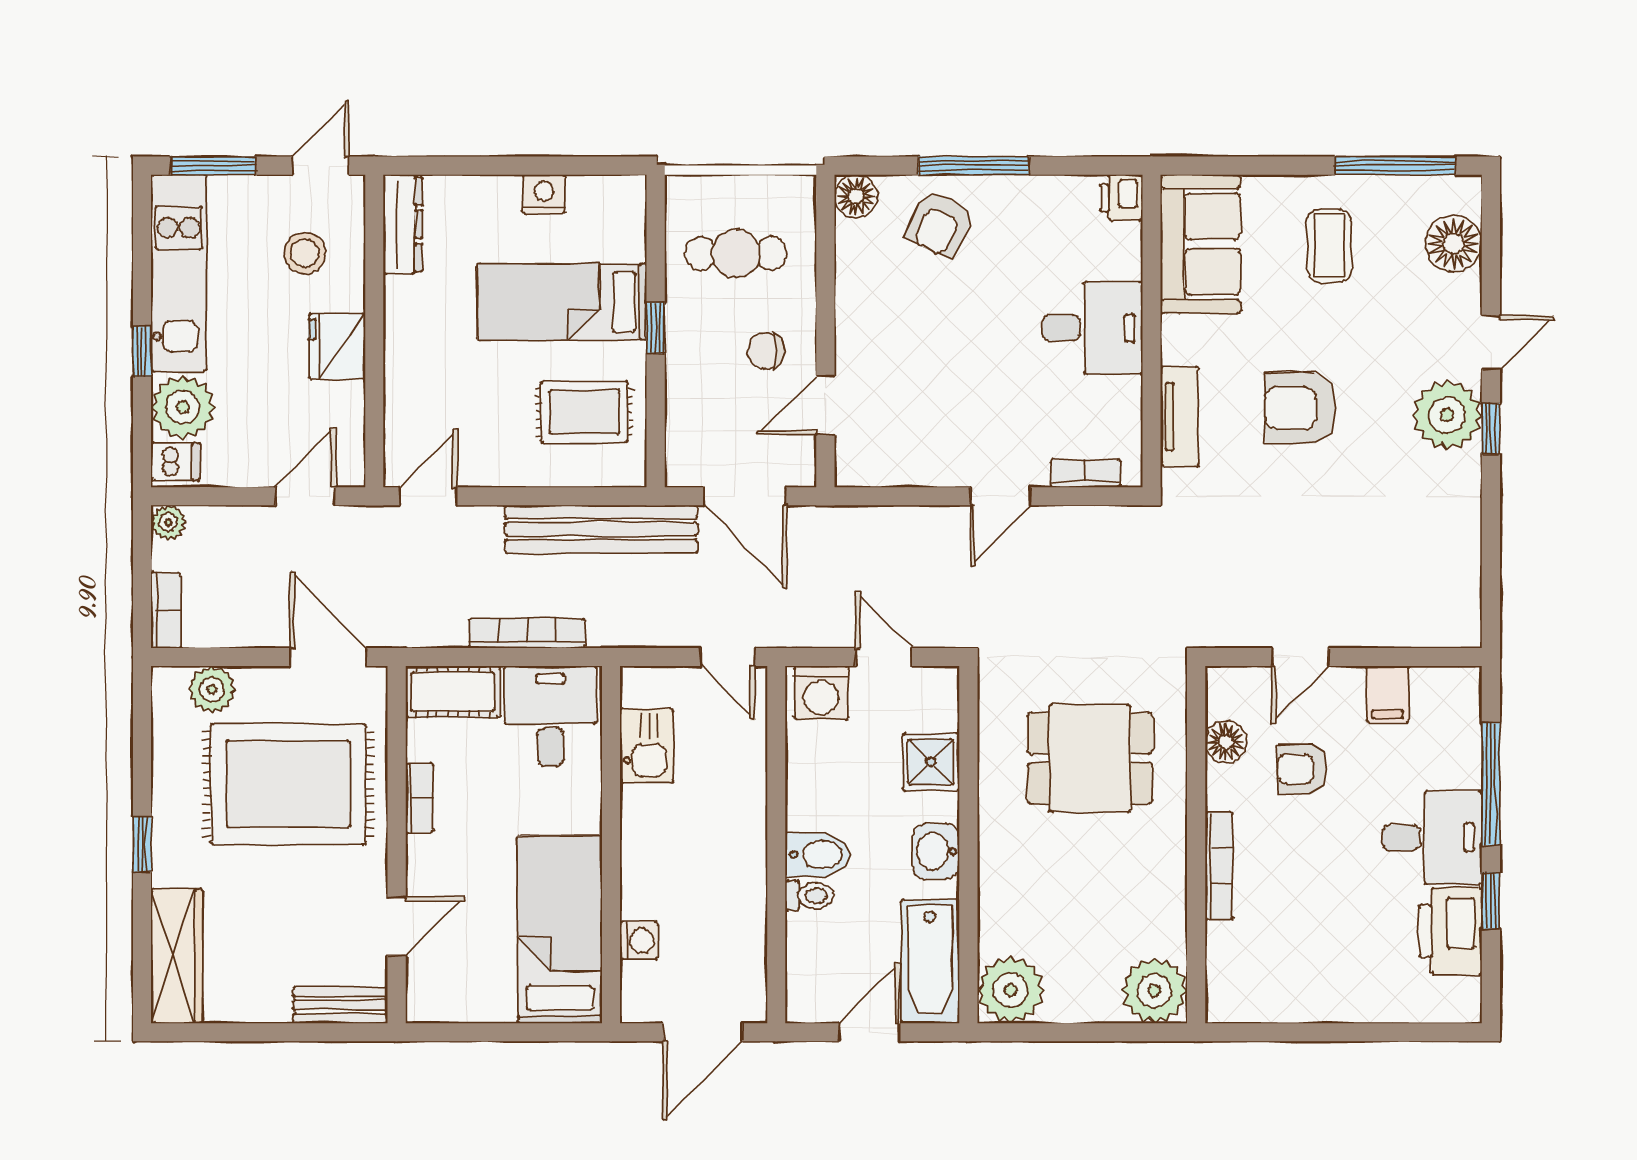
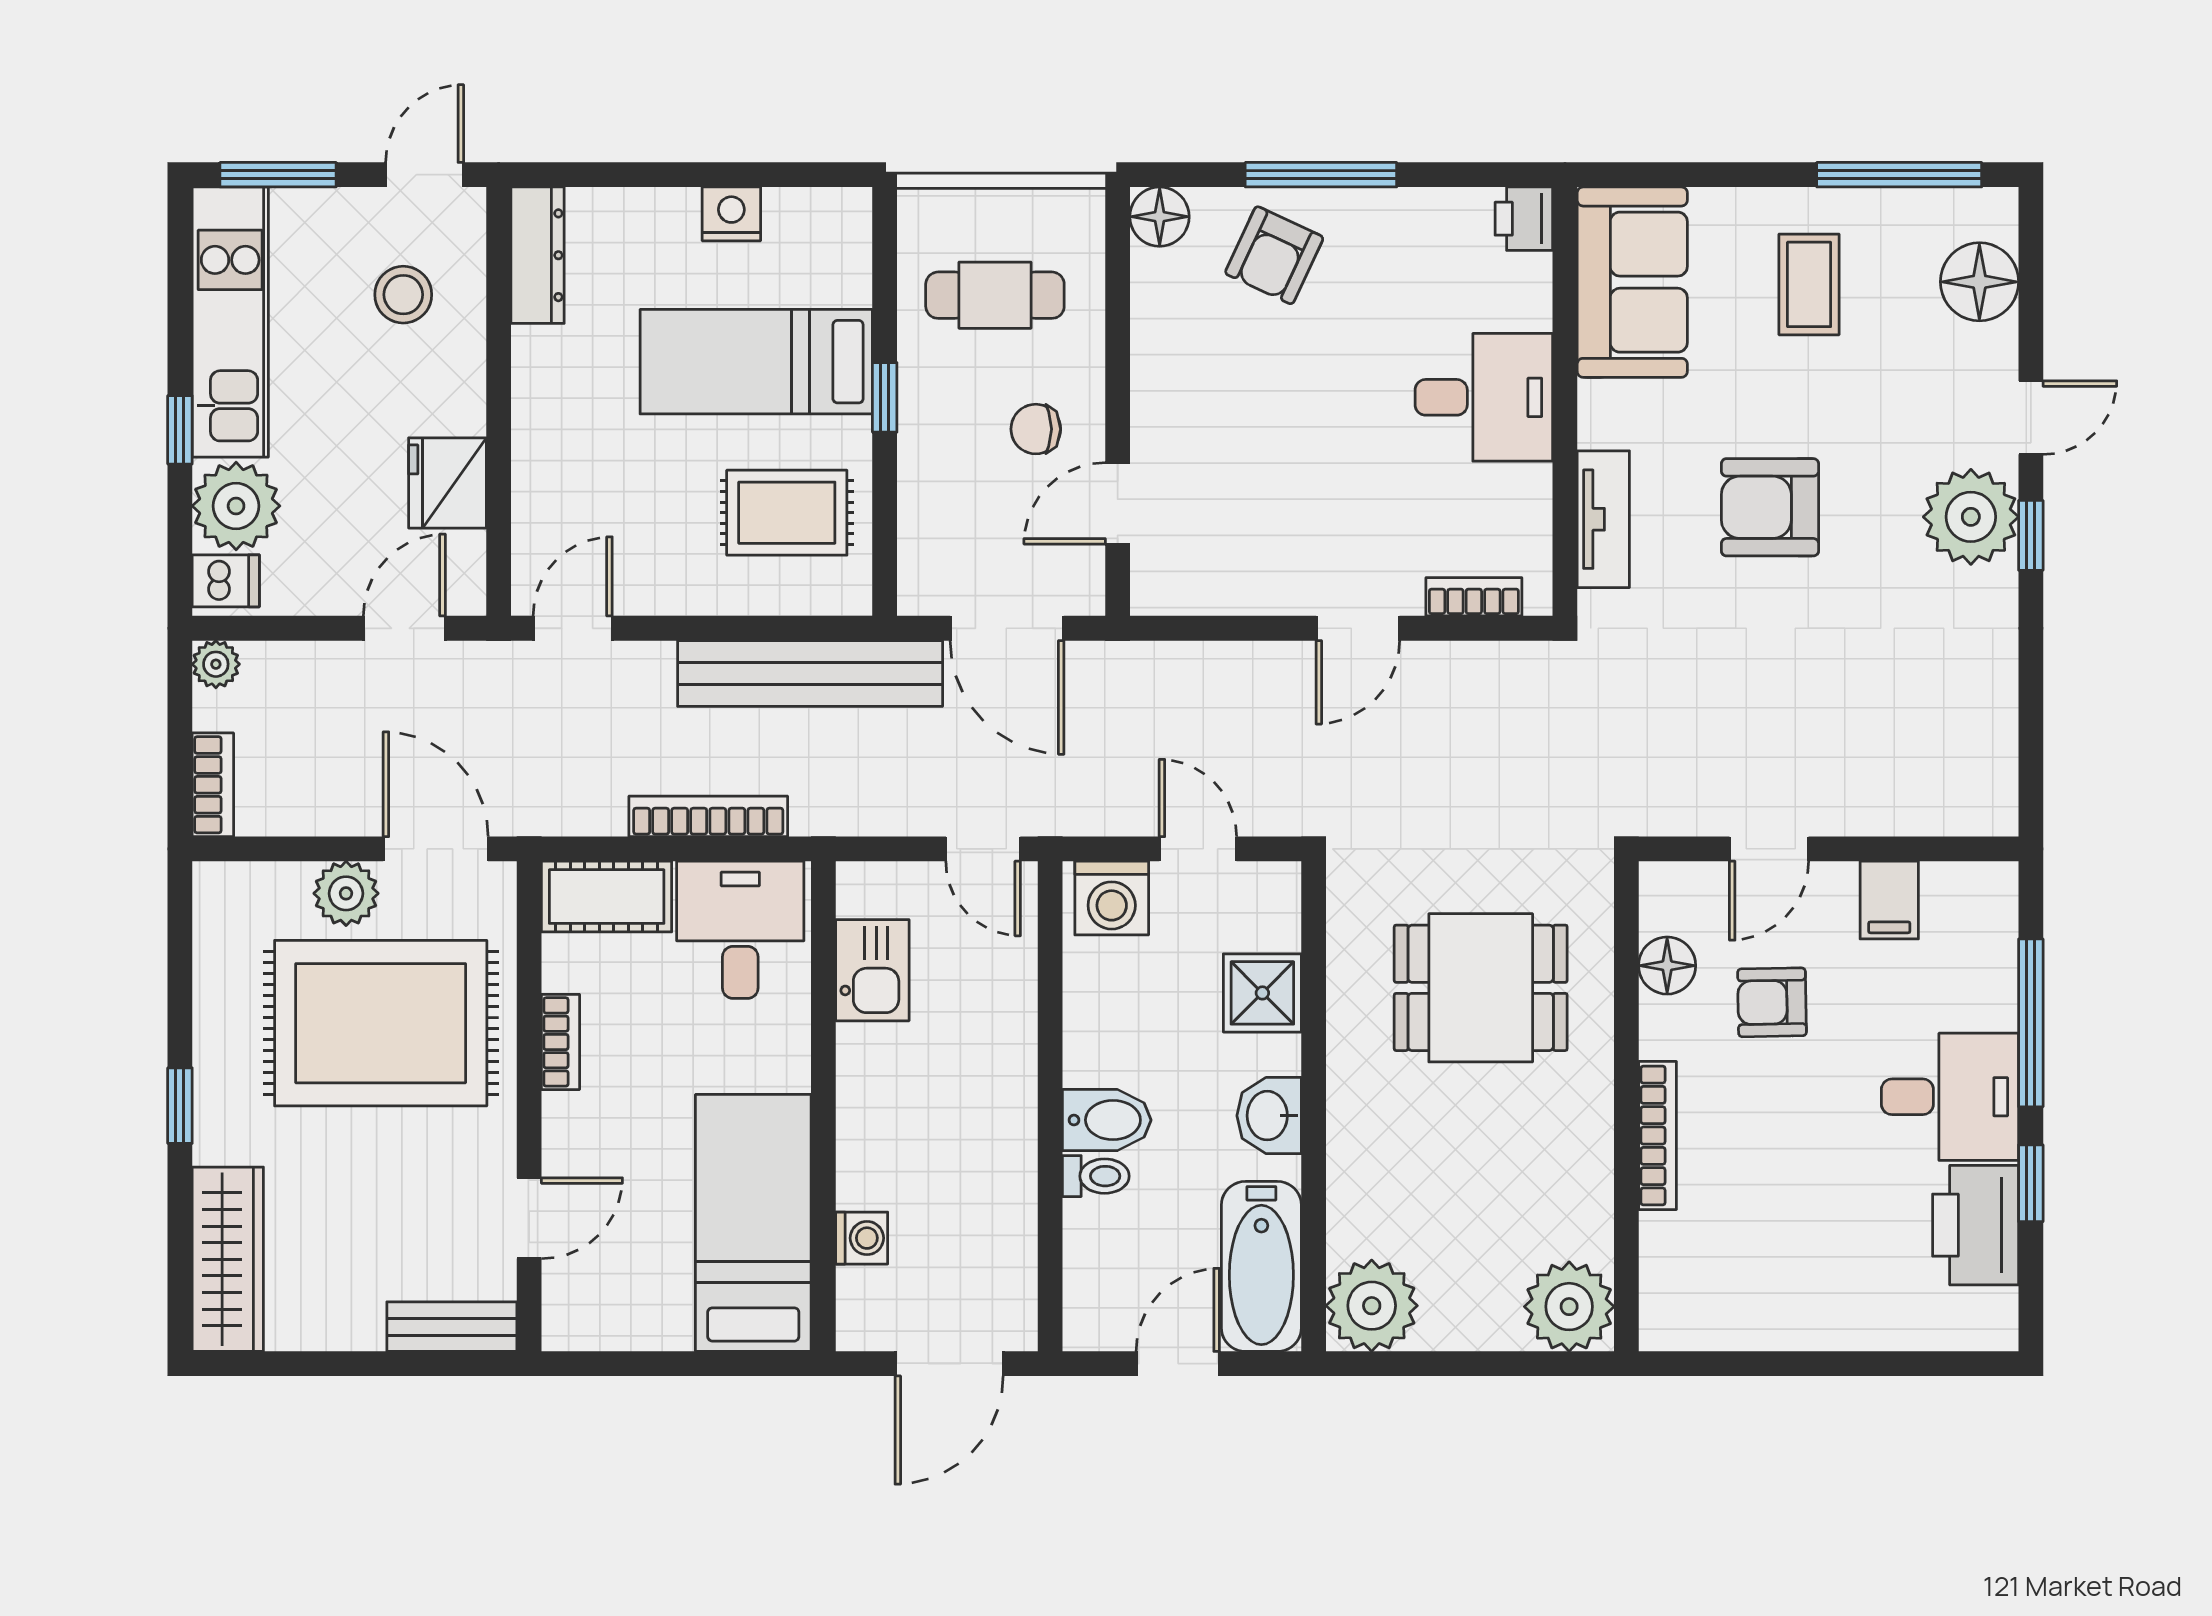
fridge: (337, 346) -> (447, 483), moved
plant: (212, 689) -> (346, 893), moved

